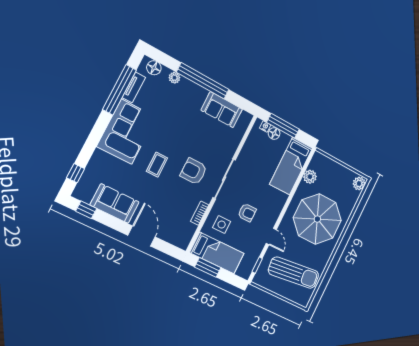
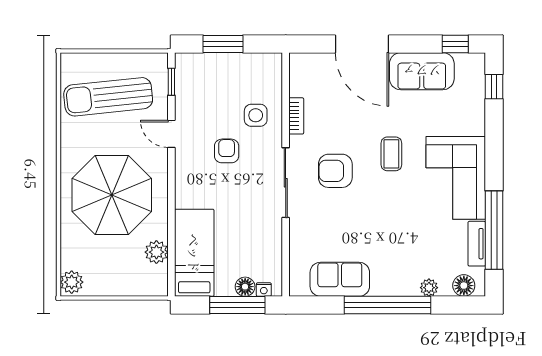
armchair: (194, 171) -> (335, 171), turned 180
armchair: (247, 213) -> (227, 151), turned 90
door: (142, 236) -> (362, 44), width x1.36
bed: (217, 253) -> (242, 71), removed
window: (208, 267) -> (223, 44), moved

